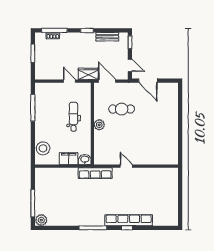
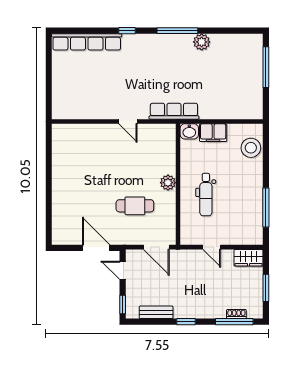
wardrobe: (88, 74) -> (248, 258), moved
plant: (41, 220) -> (202, 42), moved
row of seats: (129, 220) -> (87, 42), moved

